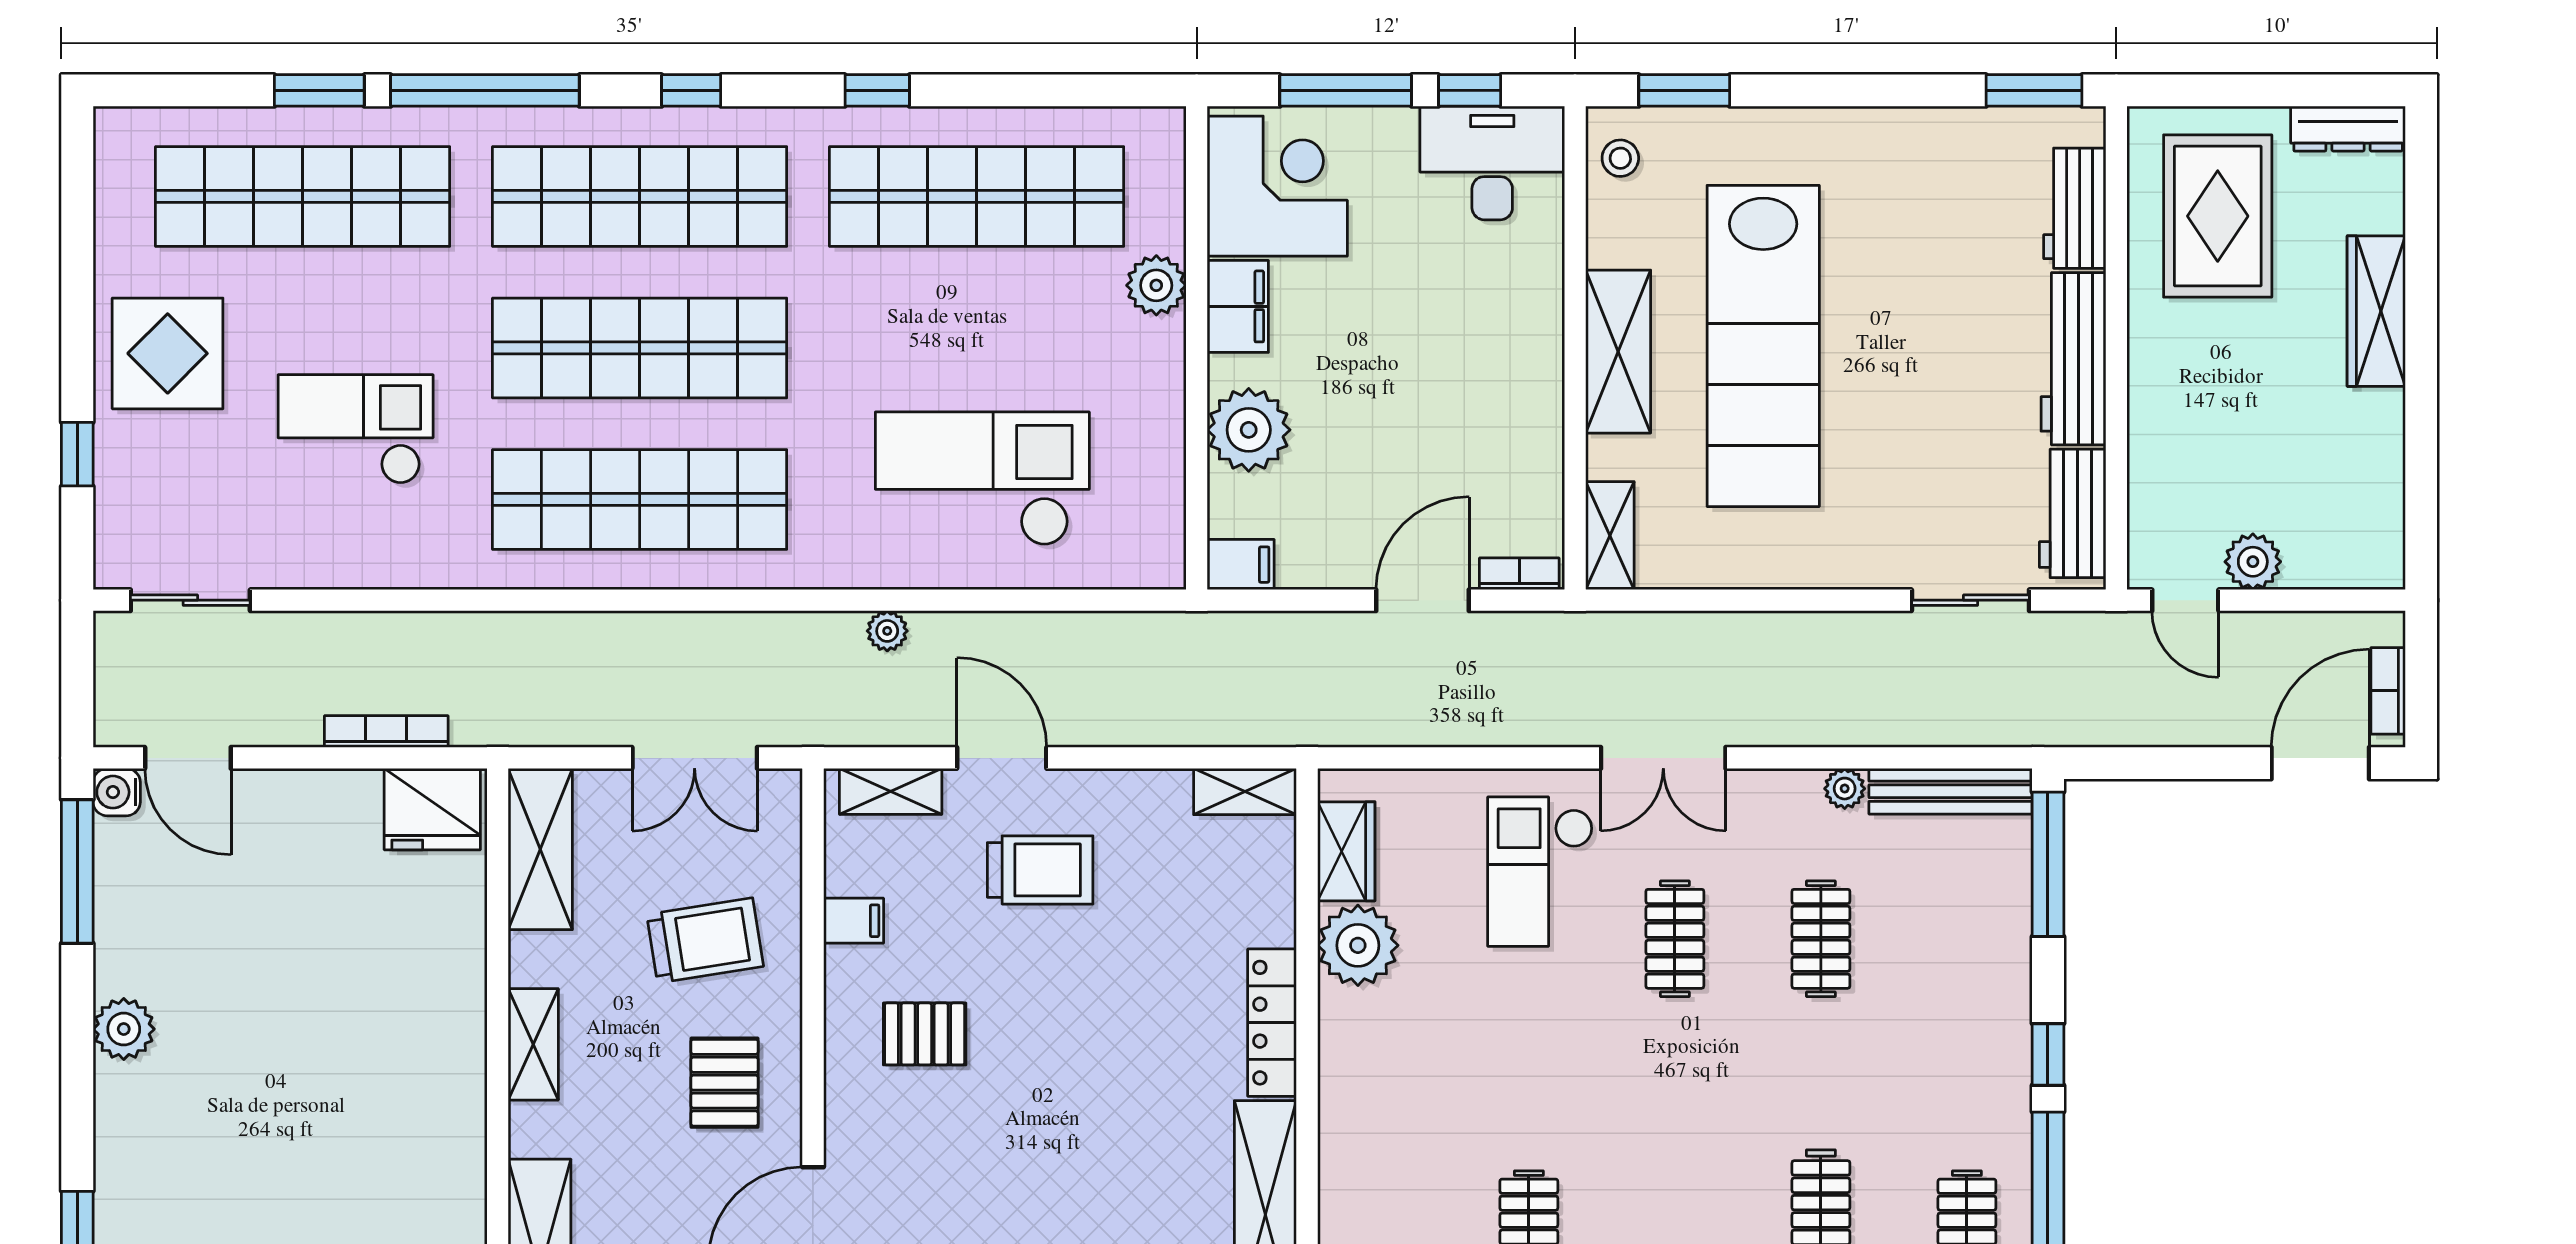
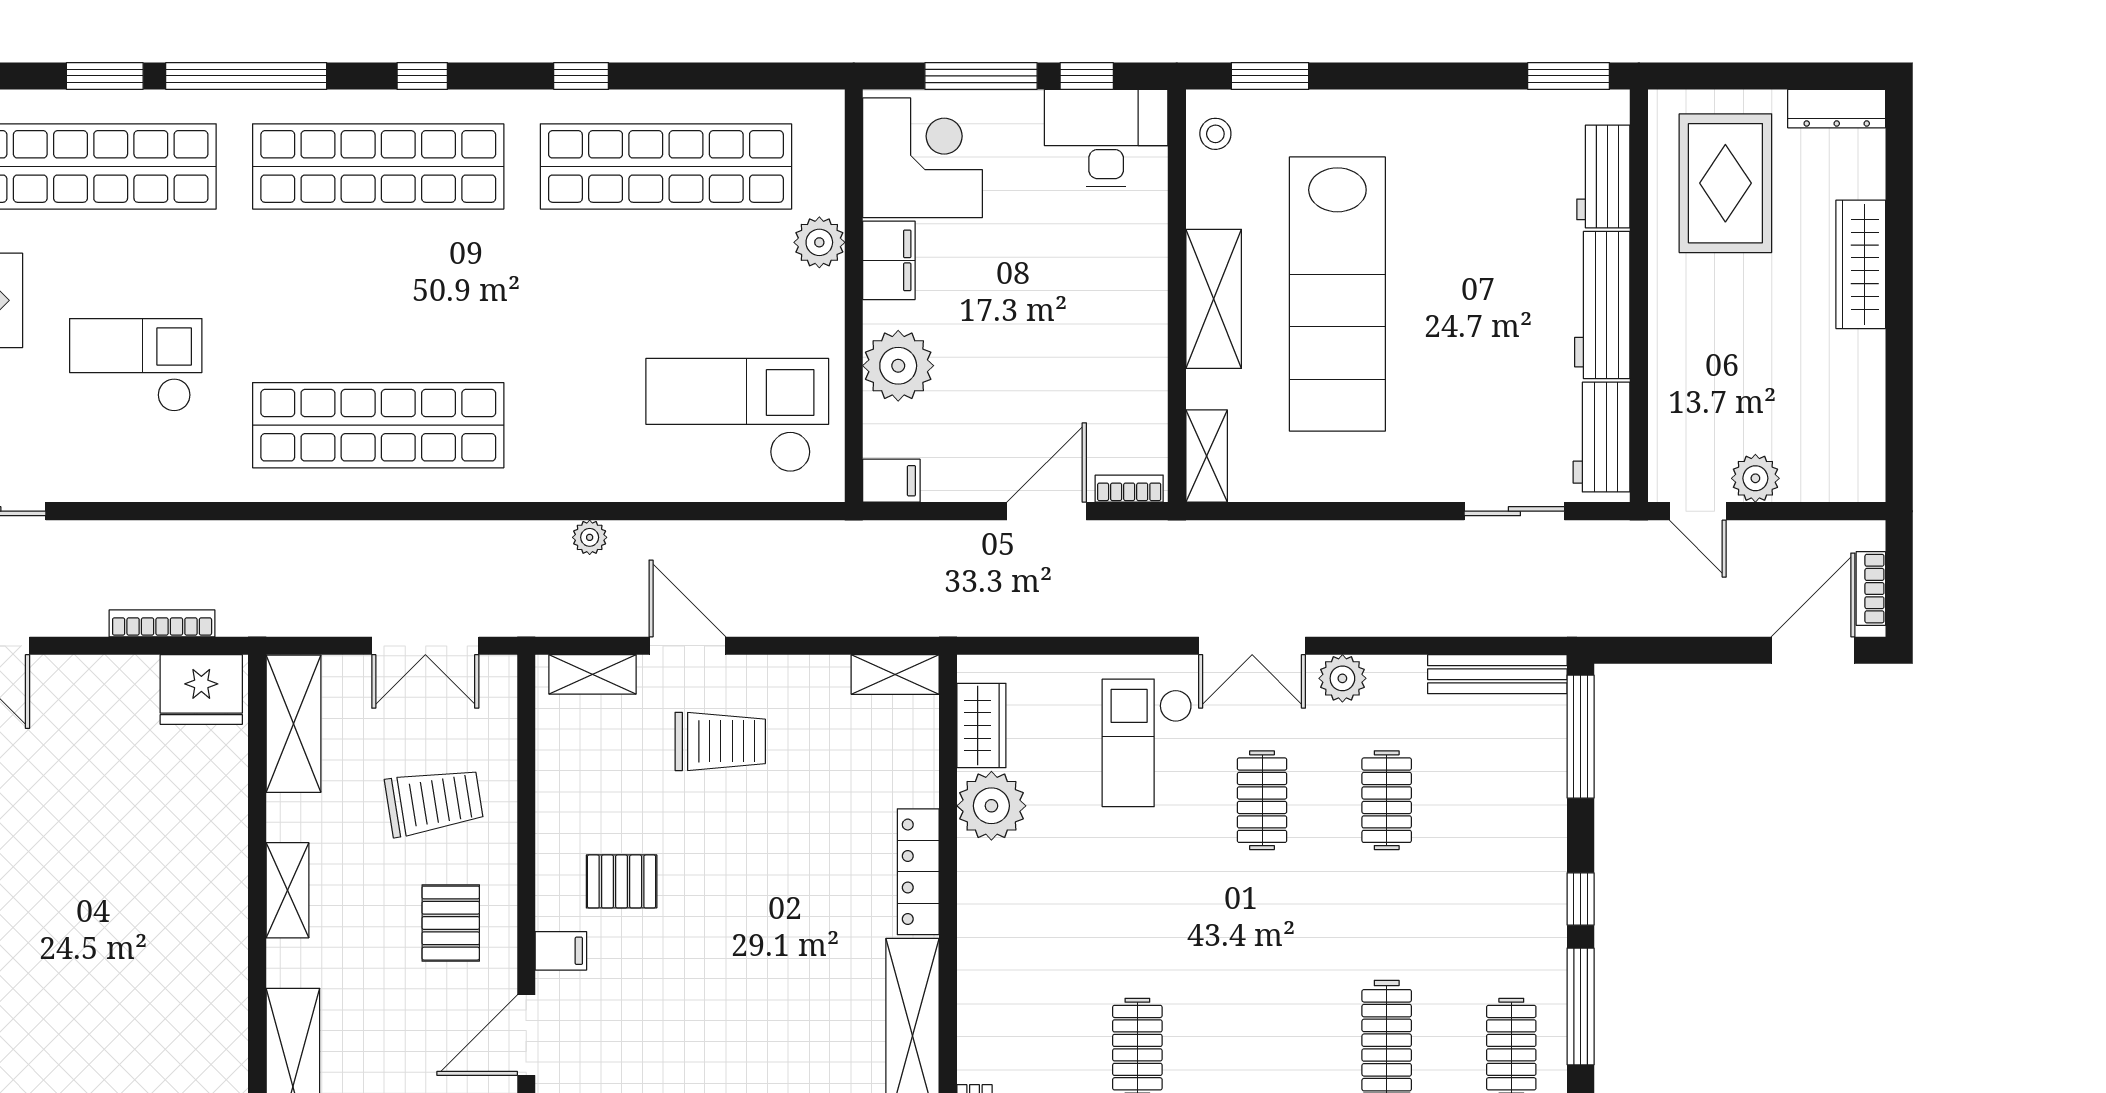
shop shelf: (640, 348) -> (378, 296), removed
checkout: (982, 479) -> (737, 415), moved
plant: (1845, 789) -> (1342, 678), moved, width x1.38, depth x1.38
filing cabinet: (854, 921) -> (561, 951), moved

